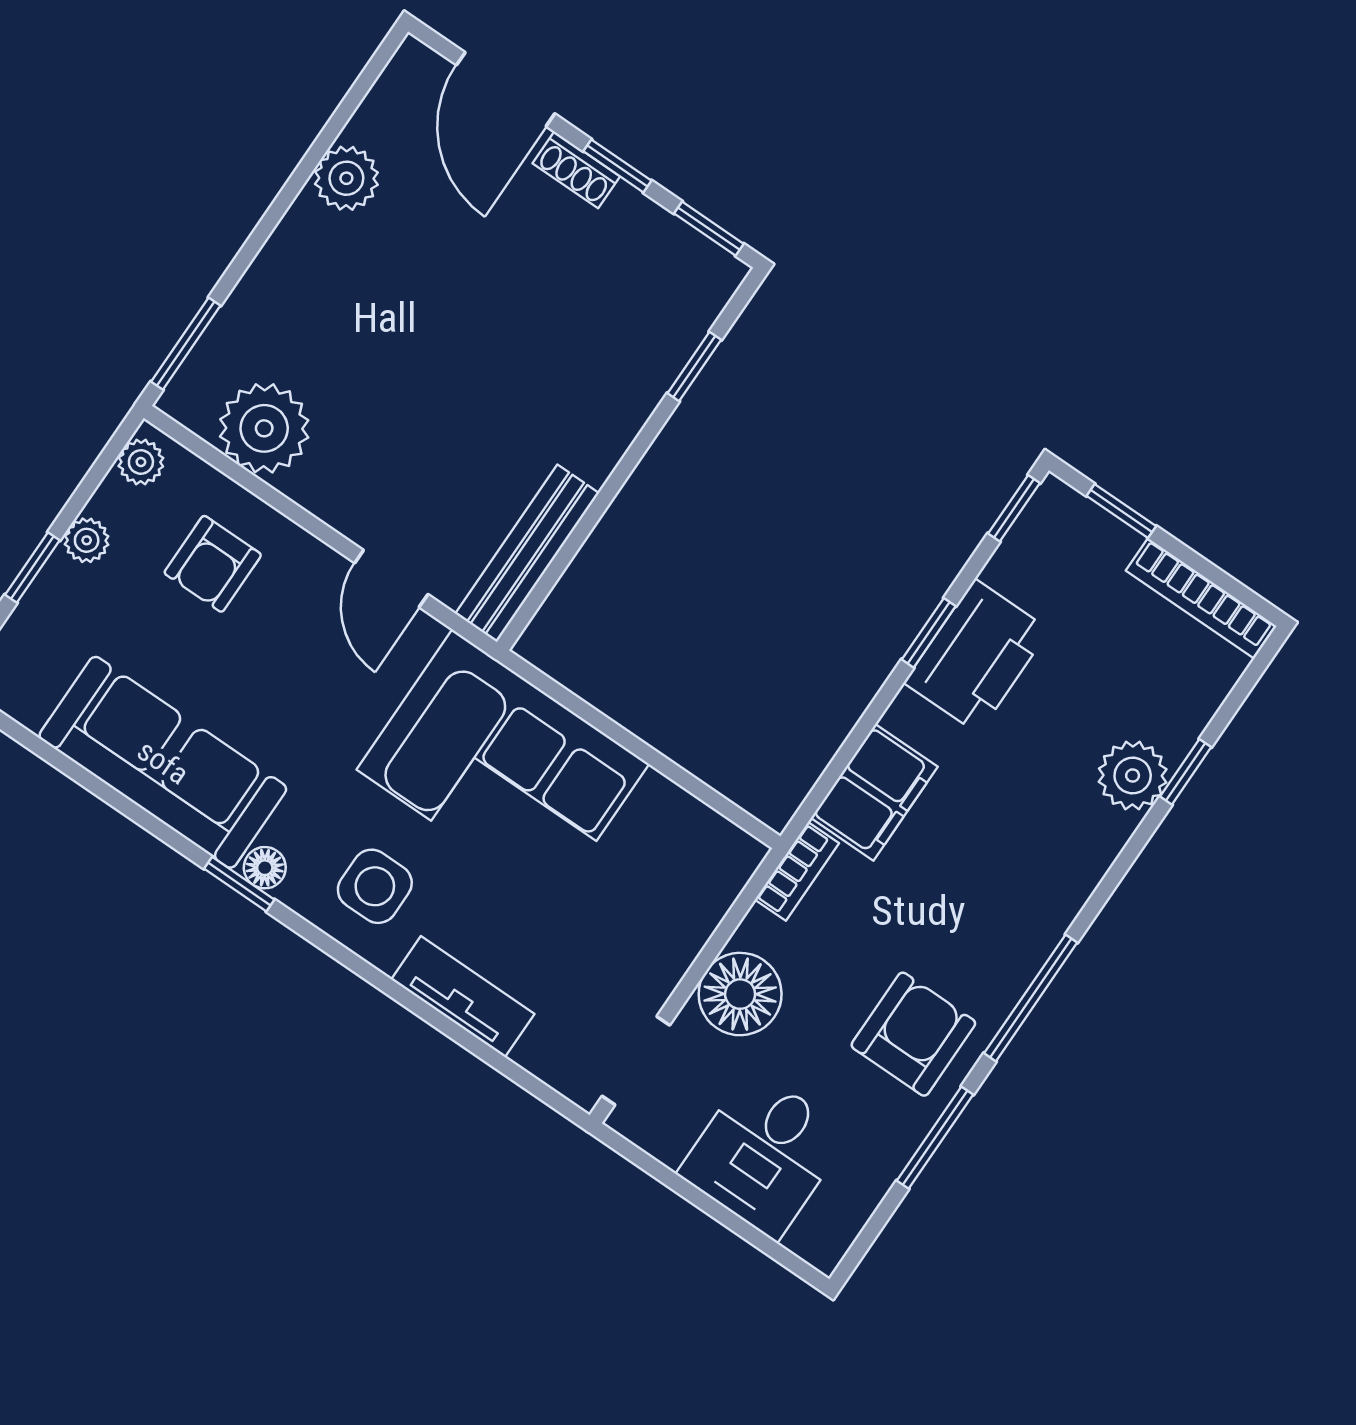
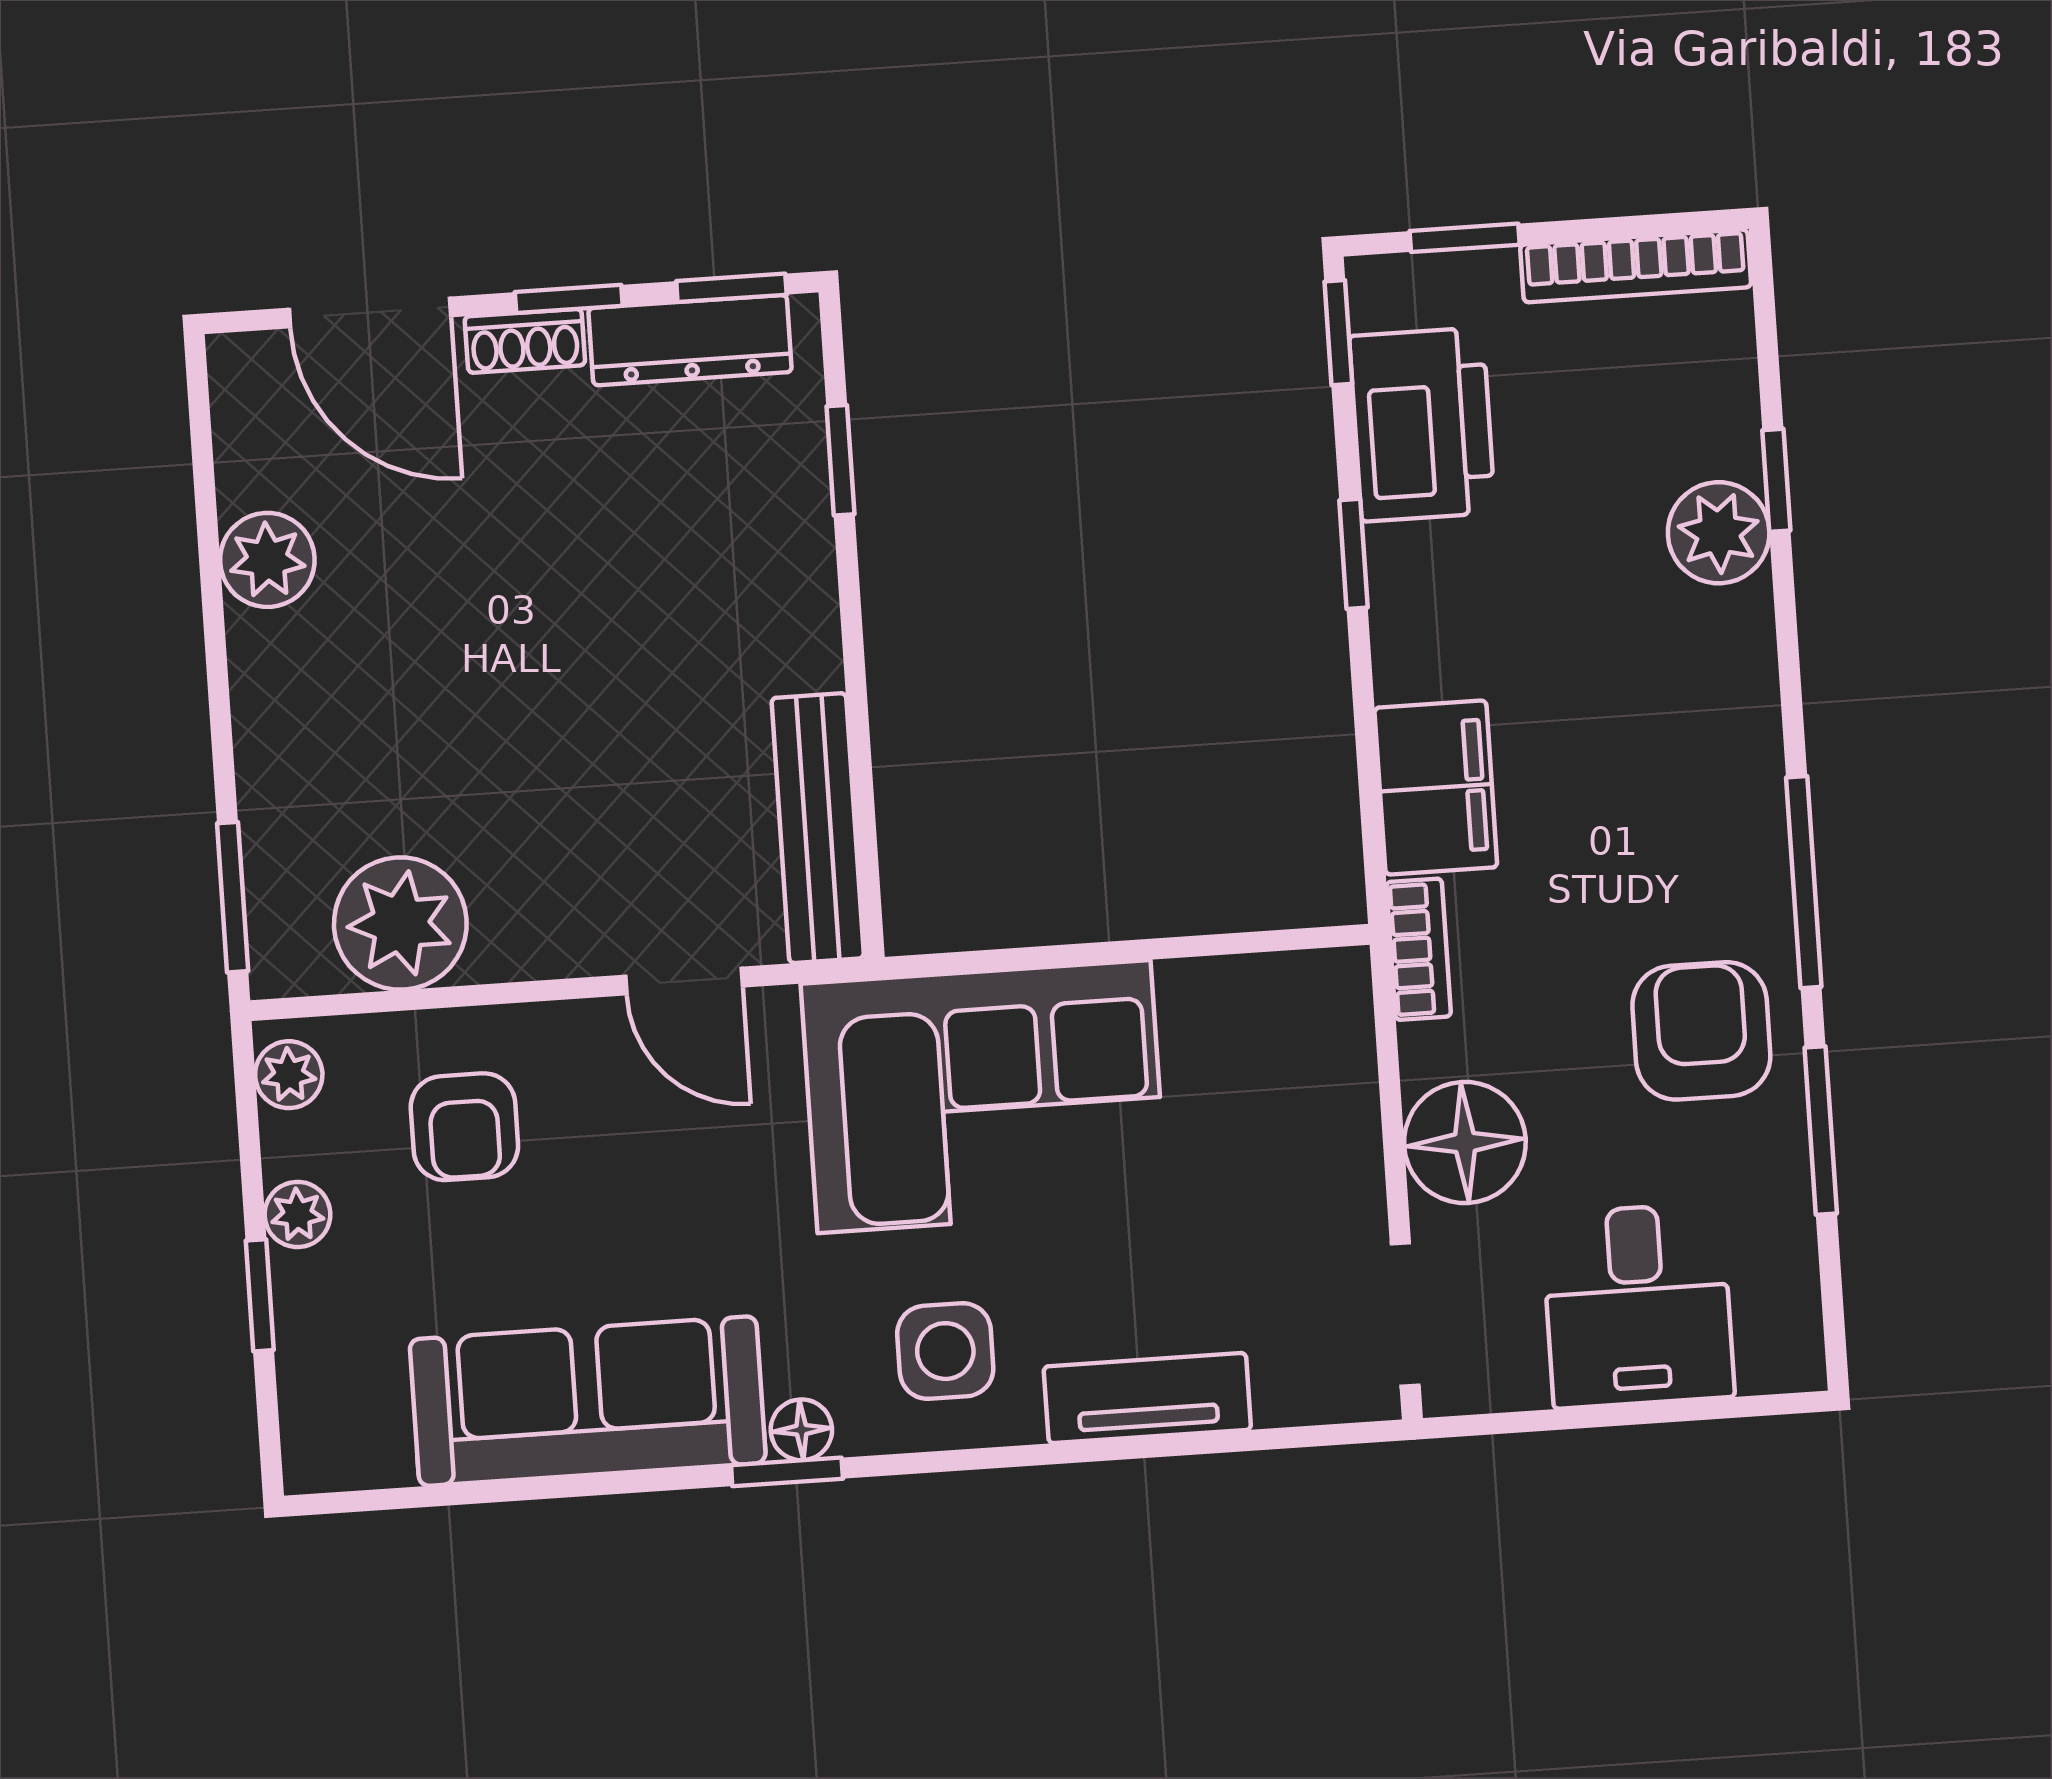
dresser: (665, 239) -> (690, 340), added
printer: (977, 656) -> (1422, 424), moved

